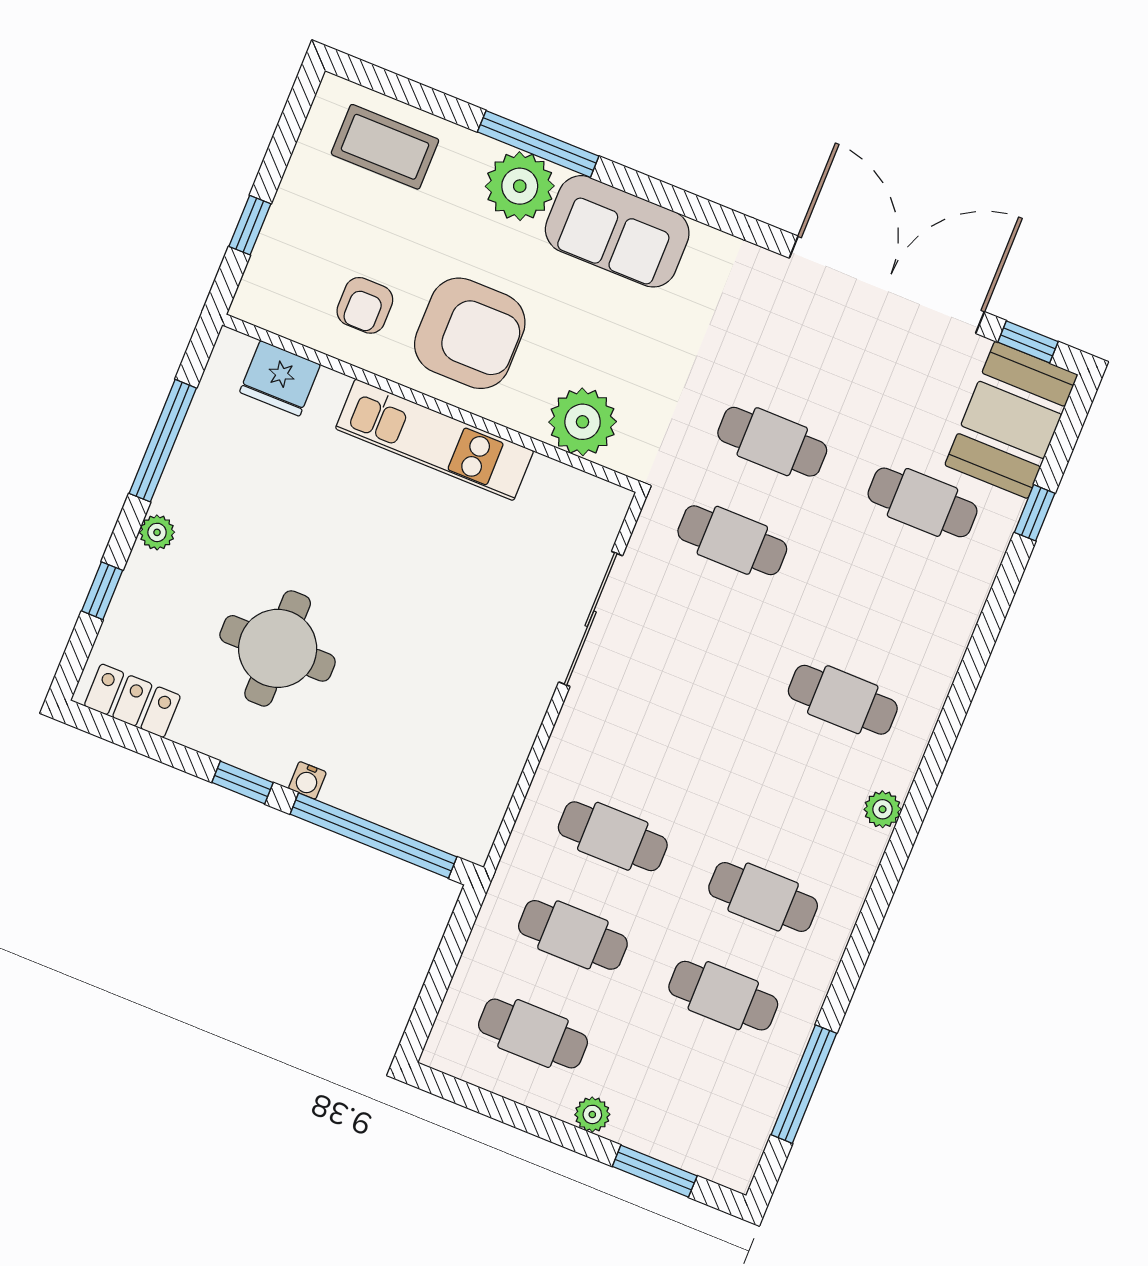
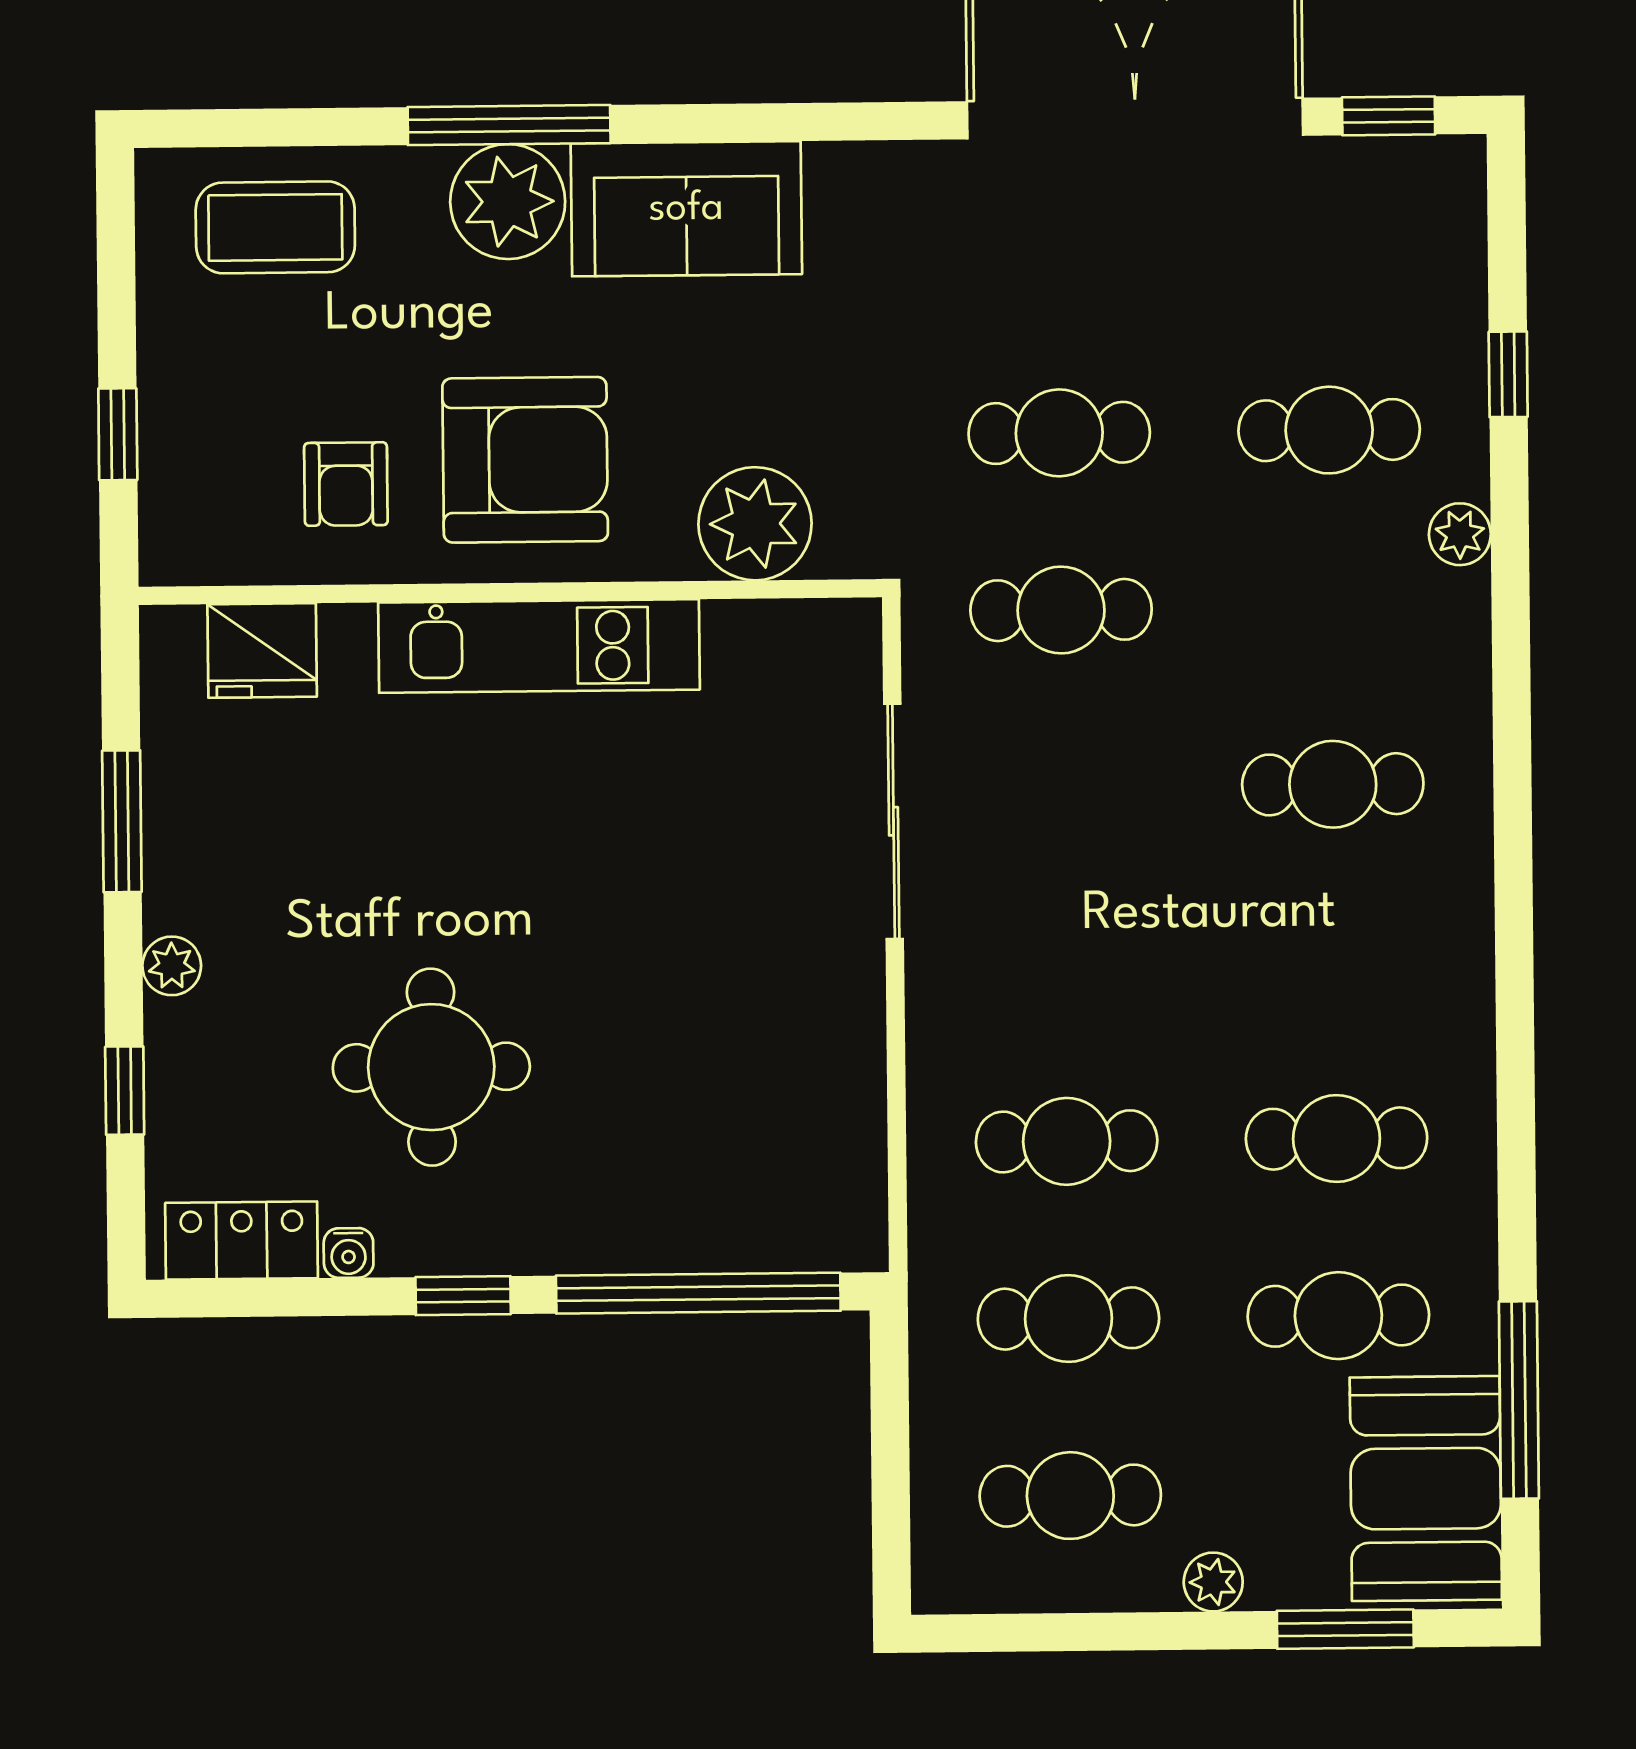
booth: (1011, 420) -> (1426, 1489), moved
window: (163, 441) -> (122, 821), width x0.69
water cooler: (307, 780) -> (349, 1253), moved
plant: (883, 809) -> (1460, 534), moved

